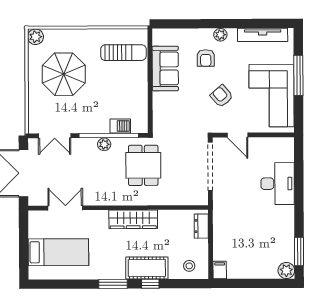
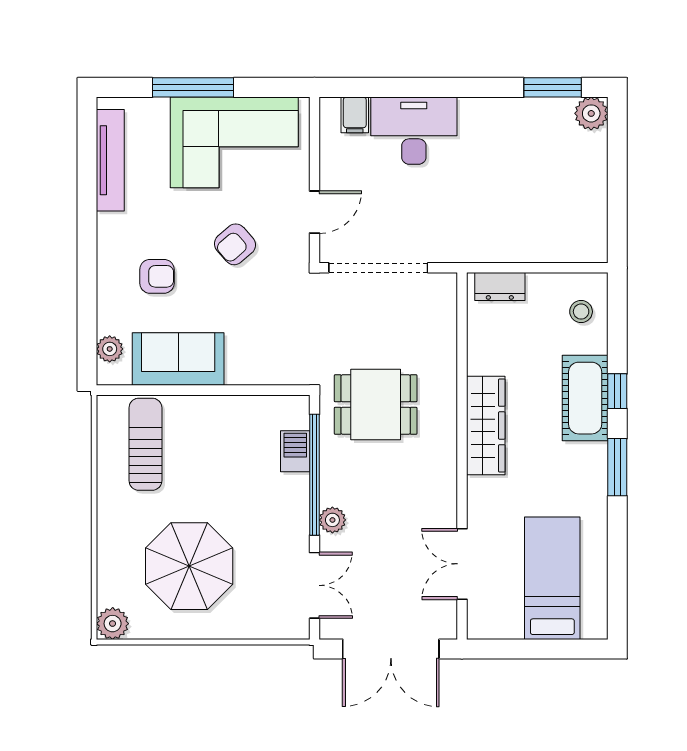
plant: (220, 35) -> (110, 349), moved
plant: (104, 144) -> (332, 520), moved
filing cabinet: (220, 270) -> (355, 115), moved, turned -90

